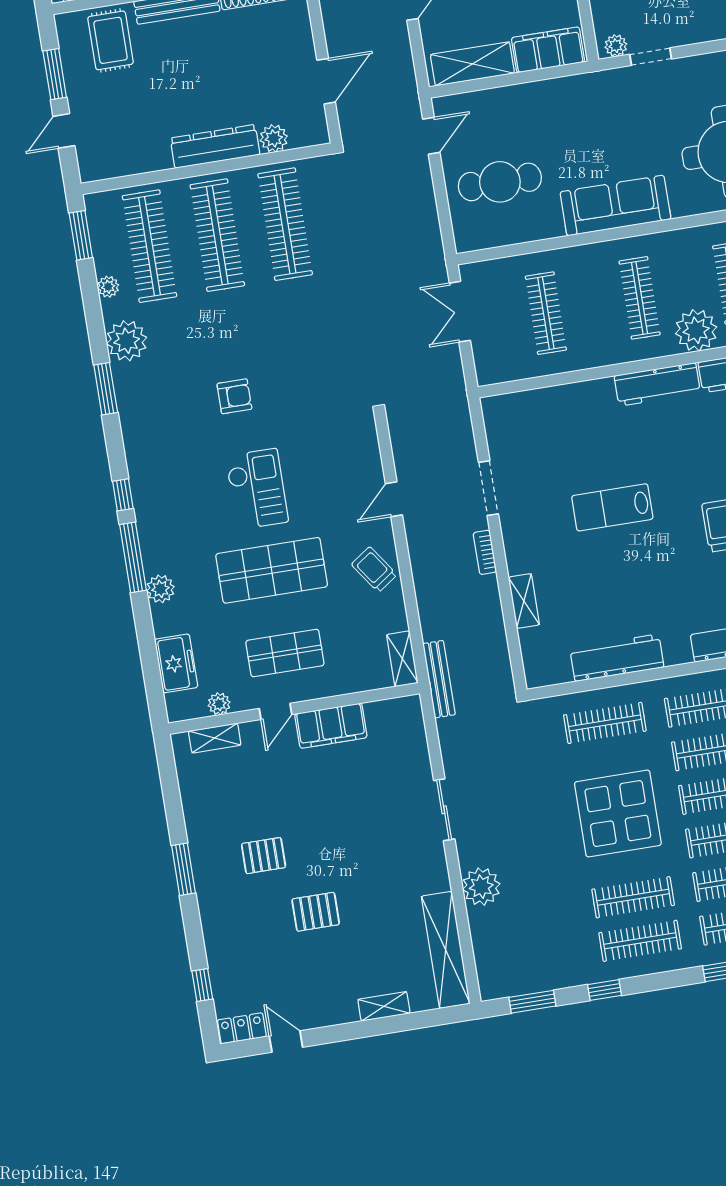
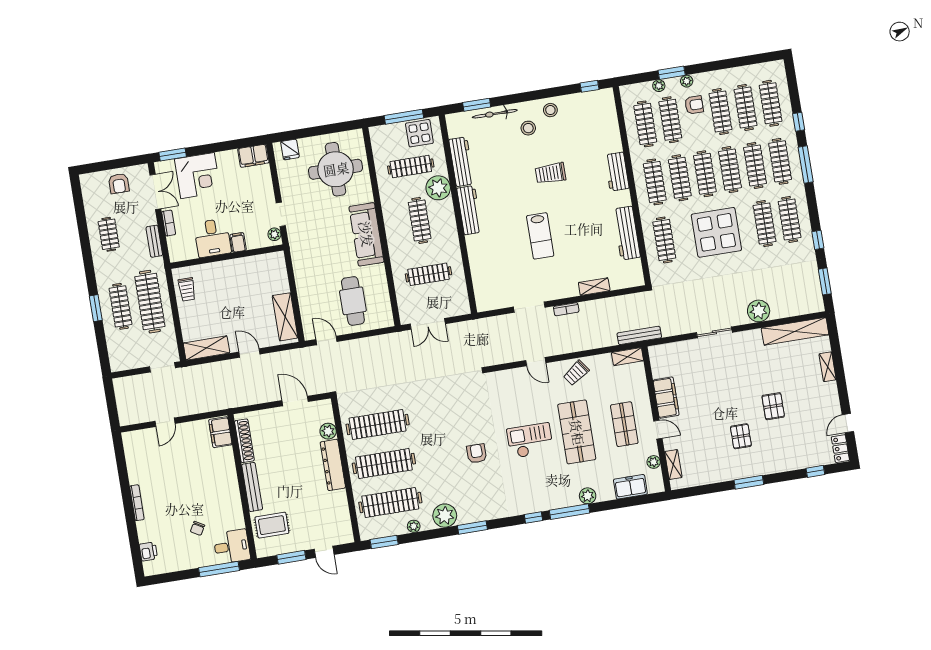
filing cabinet: (548, 50) -> (277, 273), removed
clothes rail: (640, 298) -> (420, 220), turned 90

